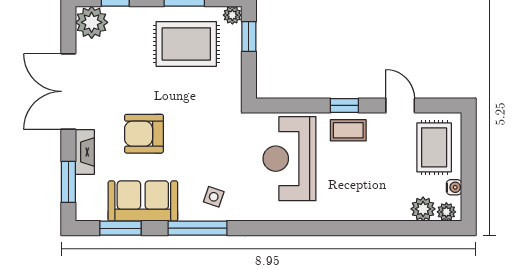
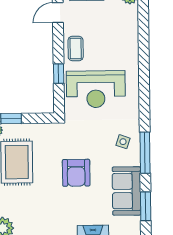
window: (344, 105) -> (59, 74), moved
armchair: (144, 134) -> (76, 173), moved

